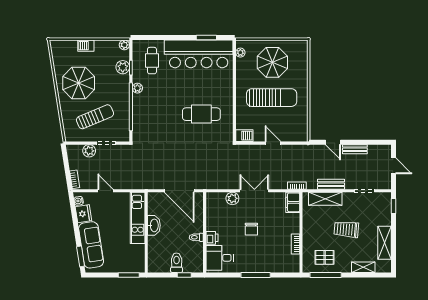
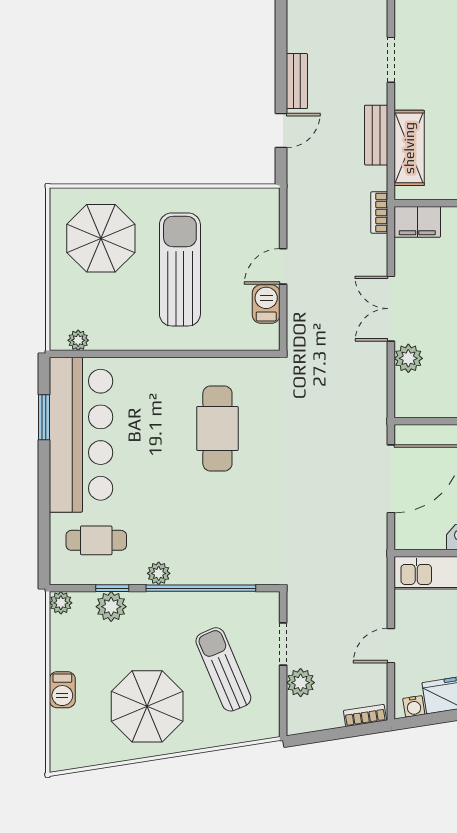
parasol: (272, 62) -> (101, 238), moved
barbecue: (244, 136) -> (266, 304), moved

